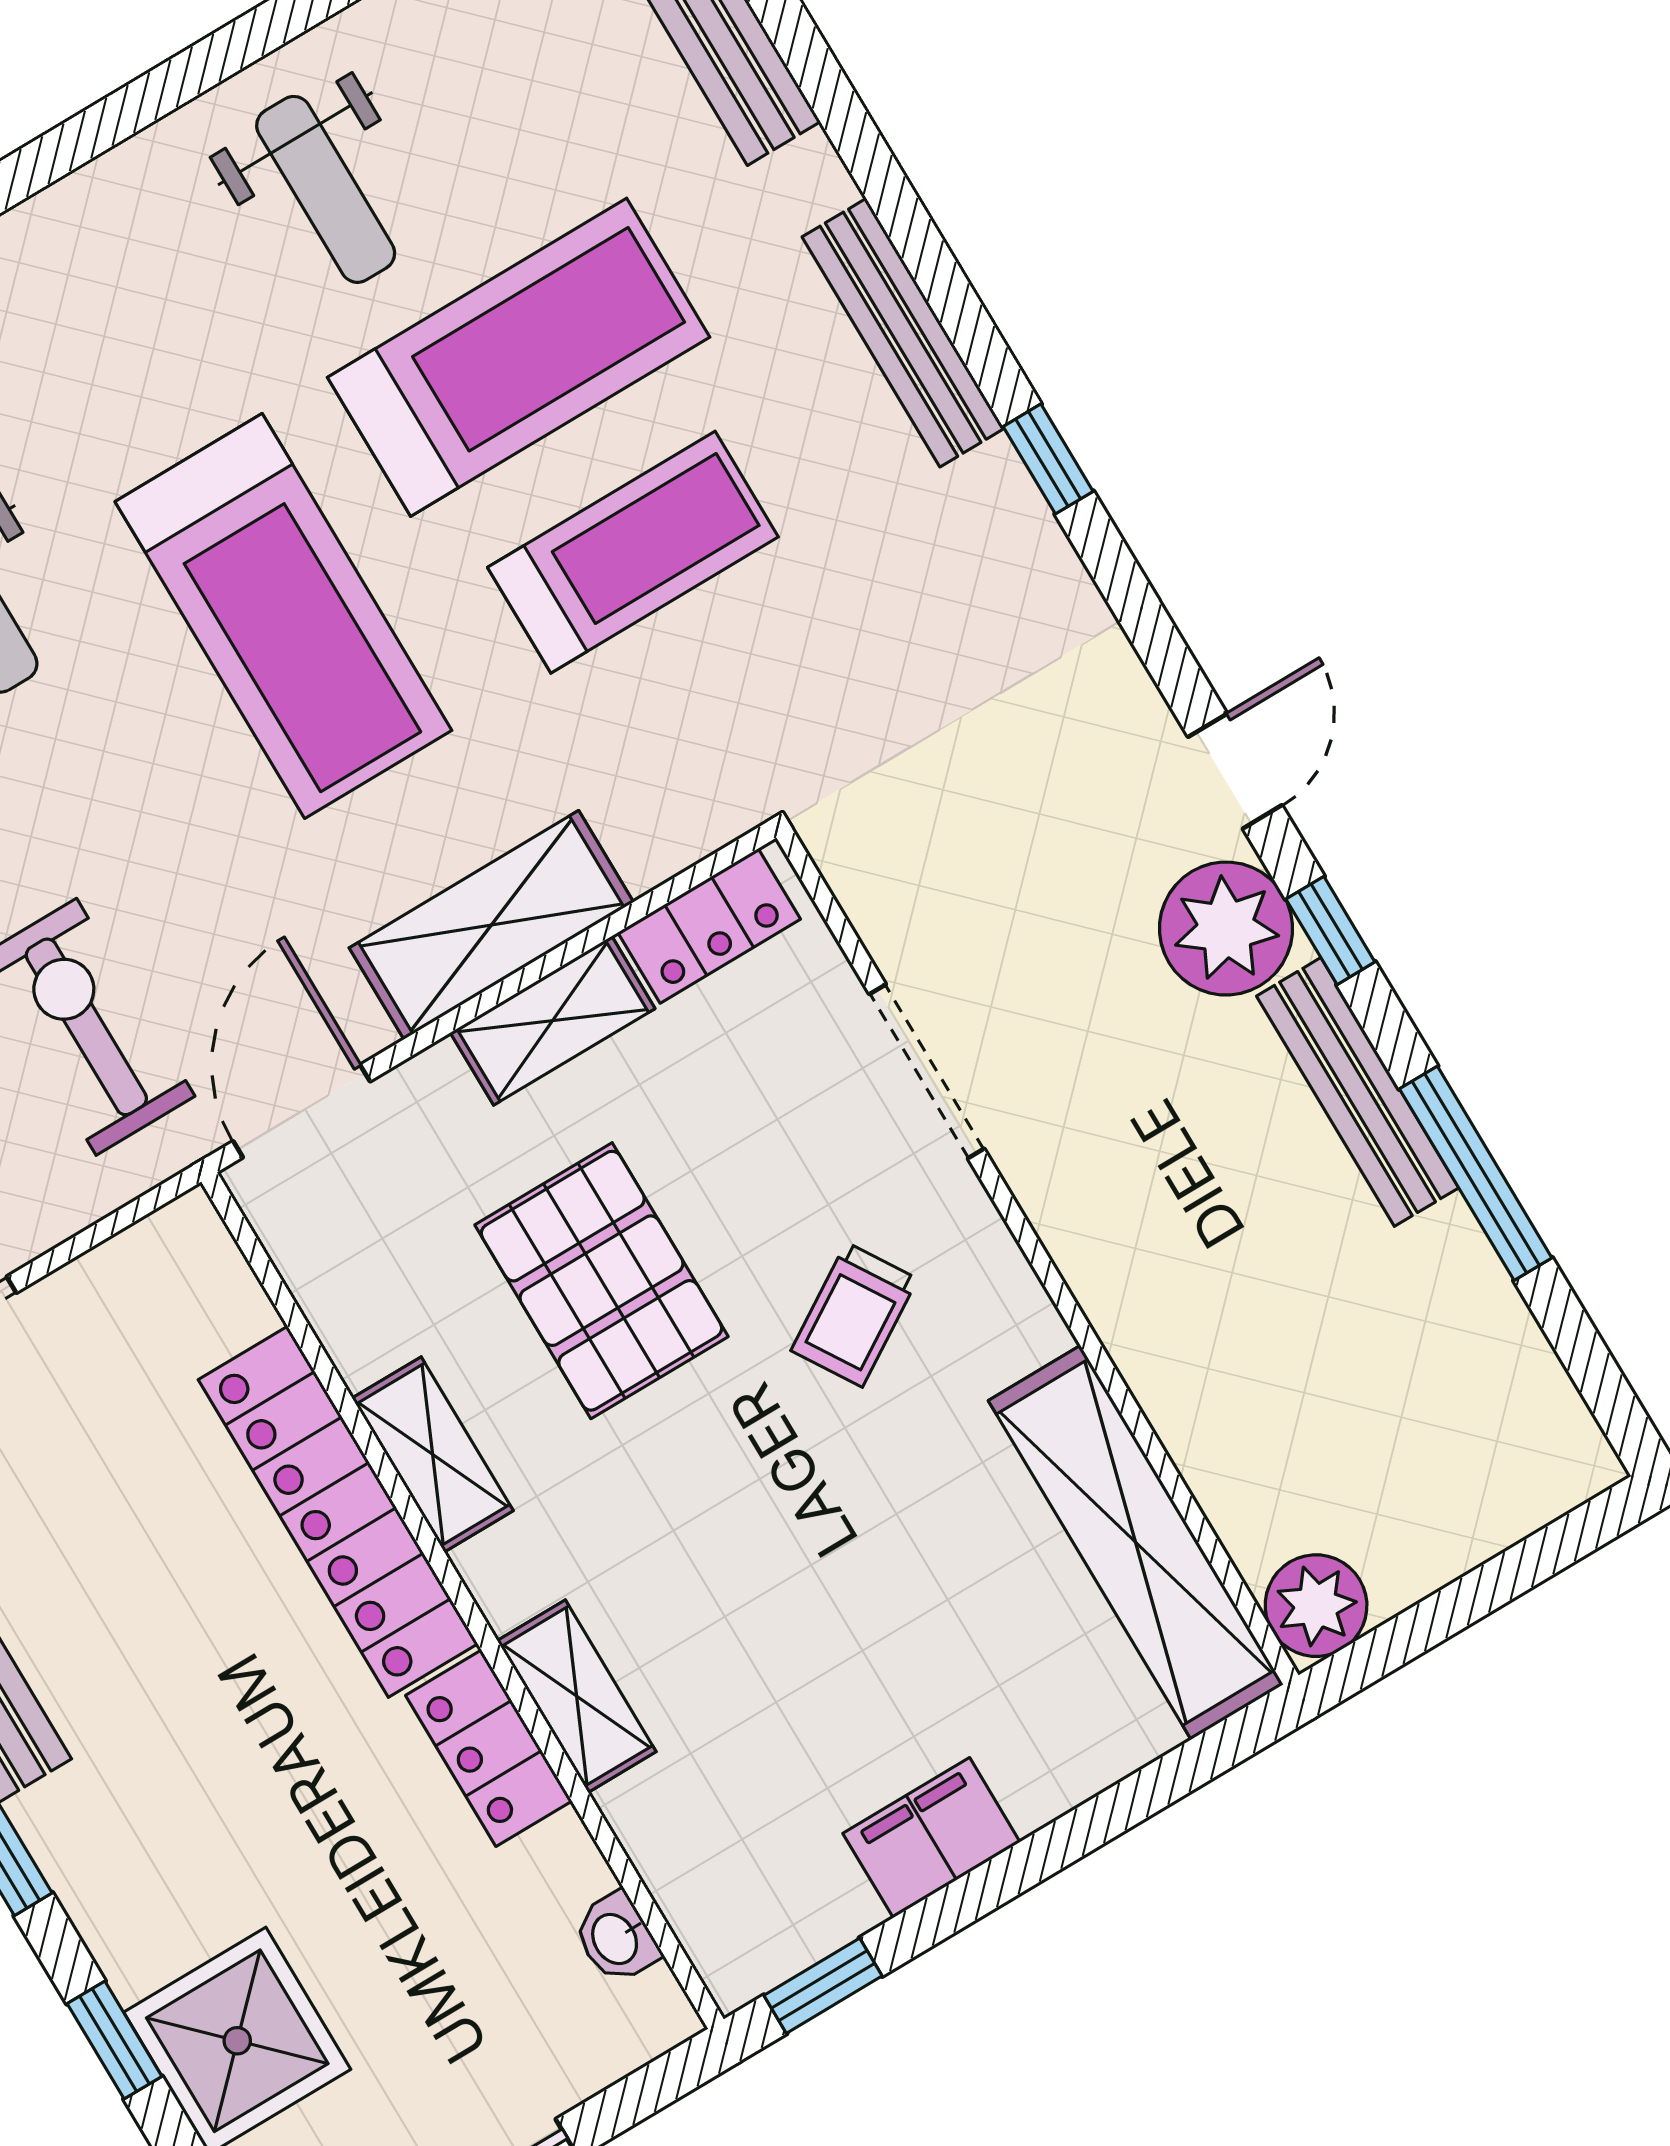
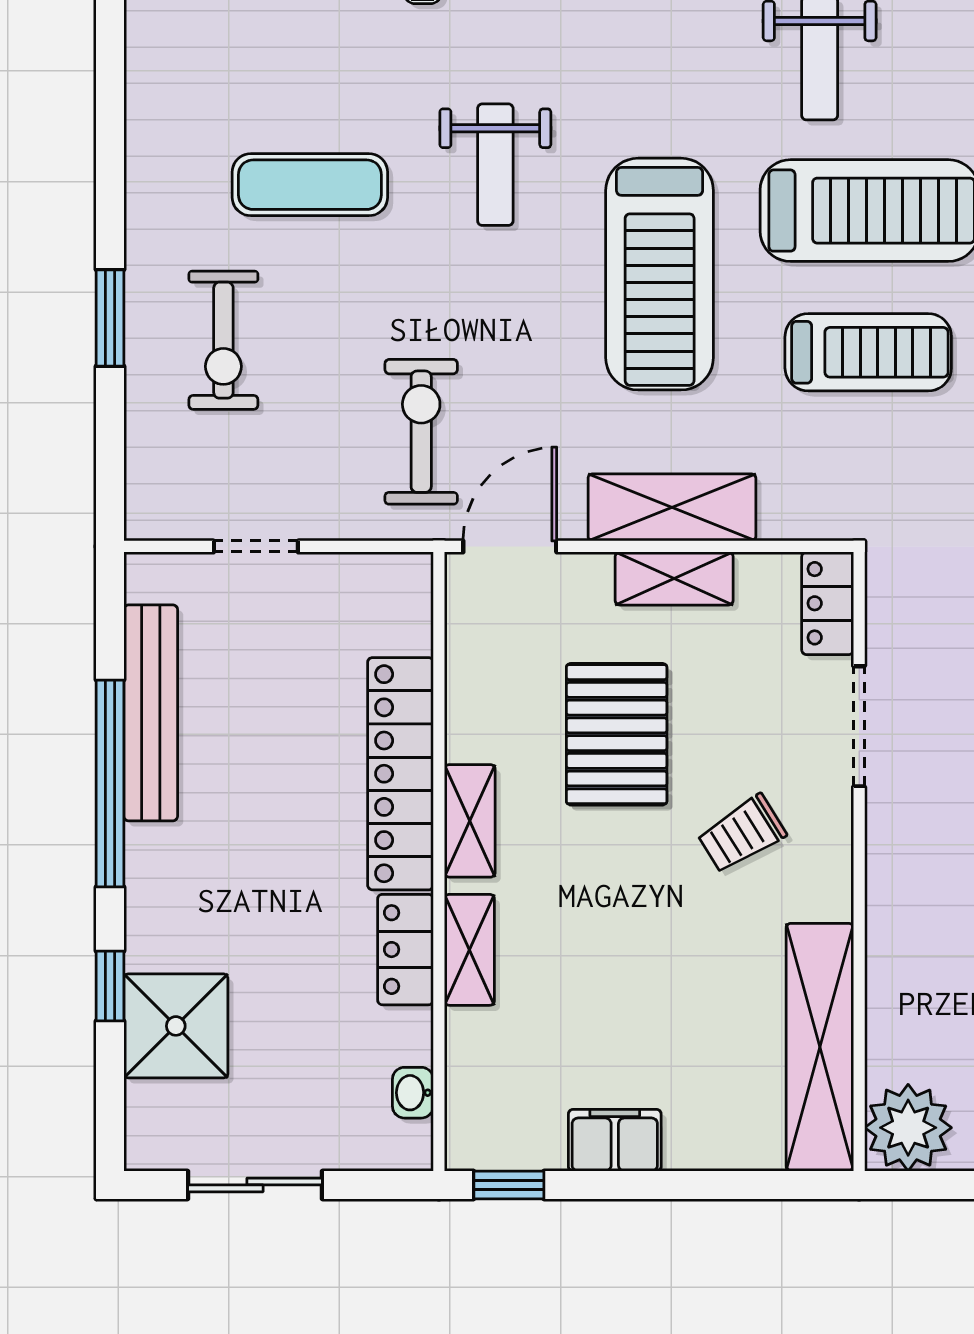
locker: (709, 926) -> (828, 603), moved, turned 90
shelving: (433, 1454) -> (470, 821), moved
plant: (1316, 1606) -> (908, 1128), width x1.36, depth x1.36

